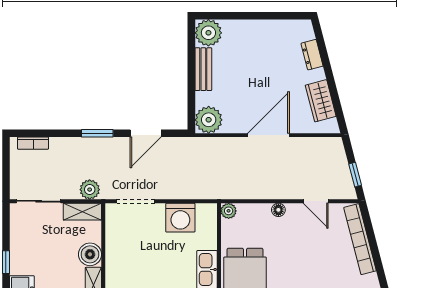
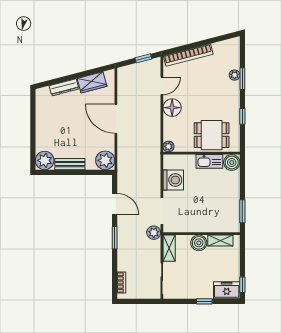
dresser: (312, 55) -> (64, 87), width x1.44
plant: (90, 190) -> (154, 233), moved
floor lamp: (278, 210) -> (172, 108), width x1.89, depth x1.89

